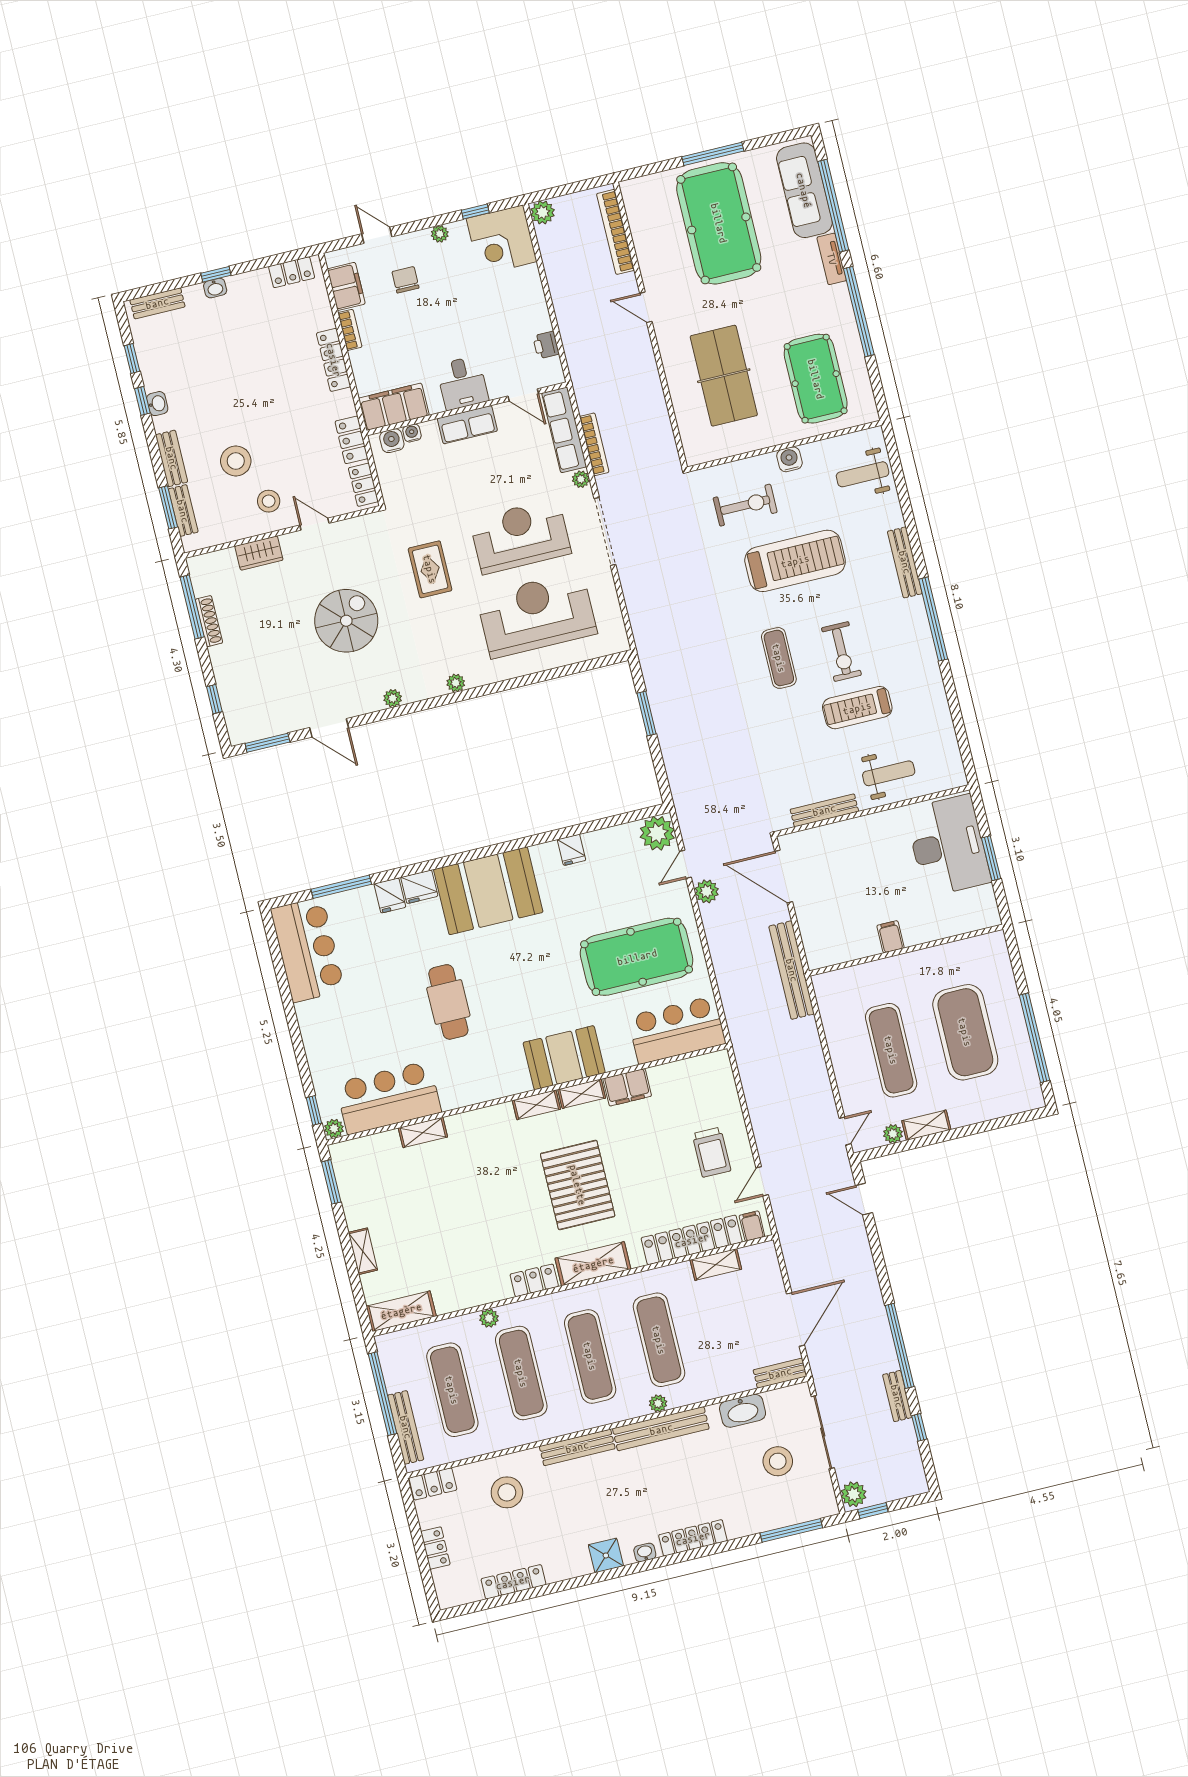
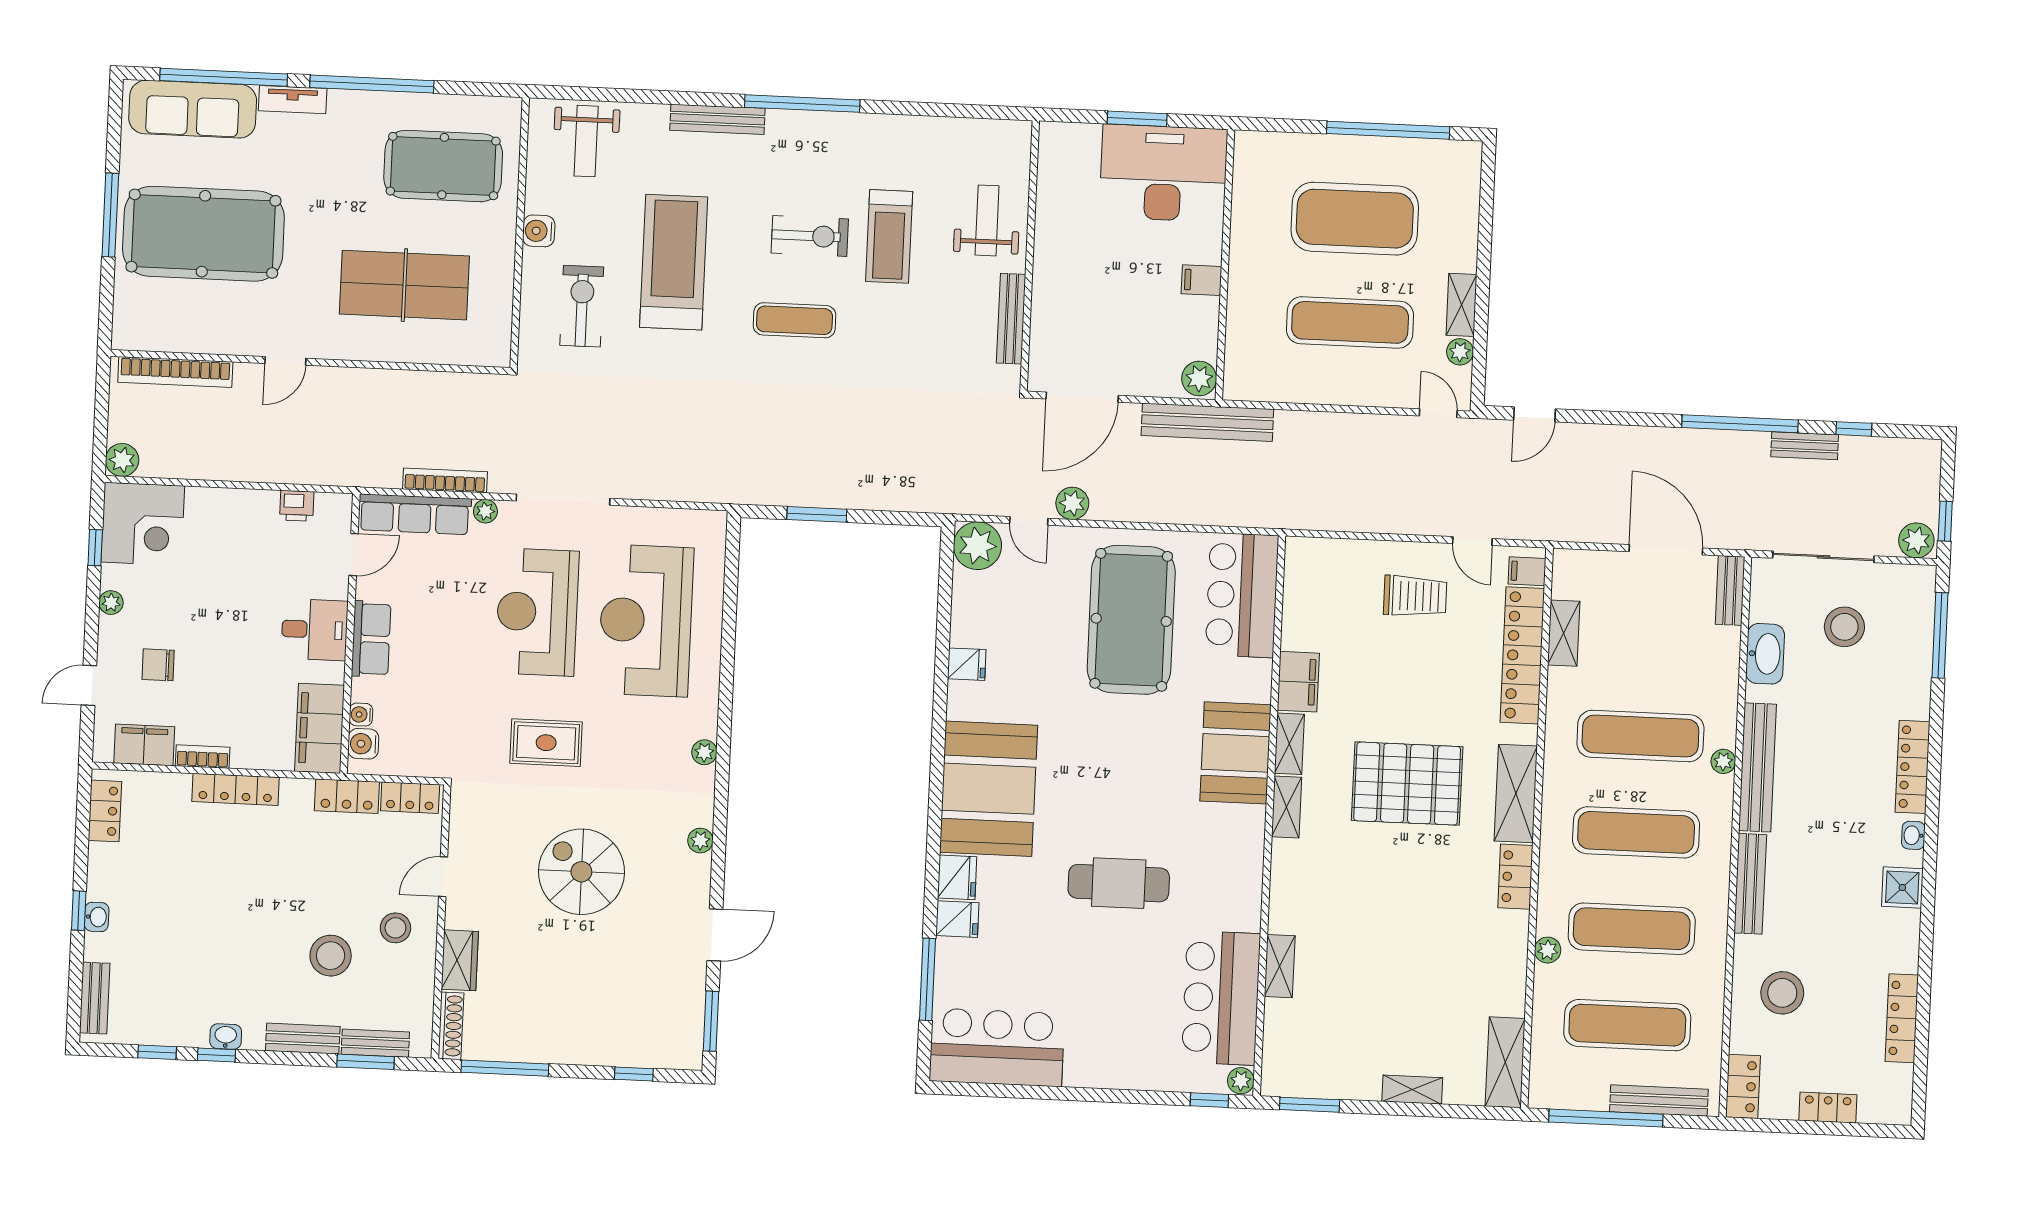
shoe rack: (209, 621) -> (451, 1026), moved, turned 90
desk: (948, 846) -> (1163, 173), moved
plant: (821, 955) -> (1199, 379), added

